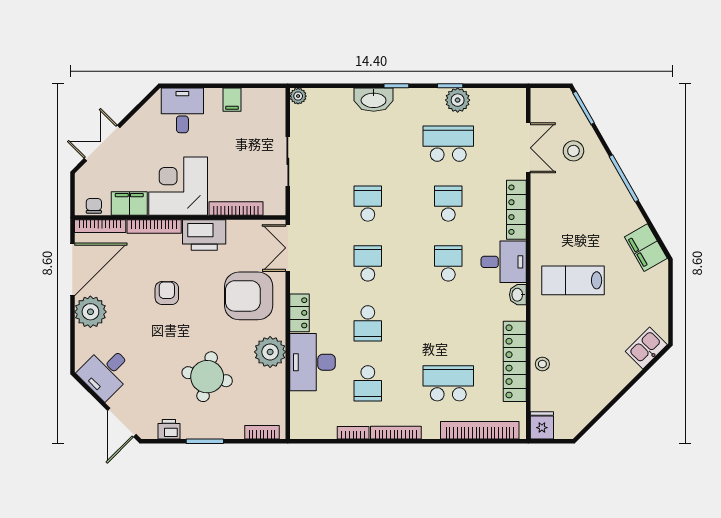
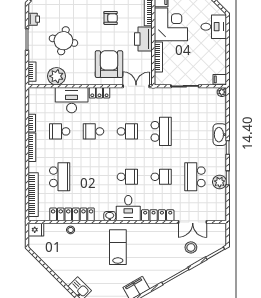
filing cabinet: (232, 100) -> (220, 79), moved
school desk: (448, 144) -> (195, 177), turned 180
school desk: (368, 204) -> (161, 131), width x1.85
plant: (270, 352) -> (56, 76), moved

